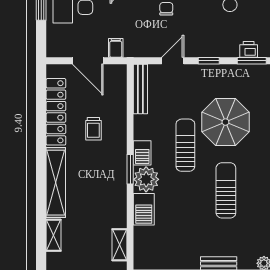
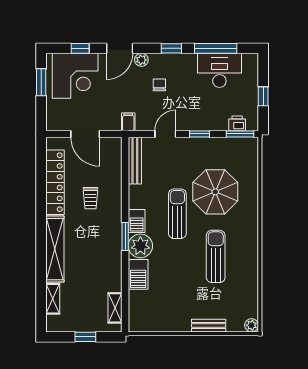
filing cabinet: (116, 48) -> (128, 122), moved

